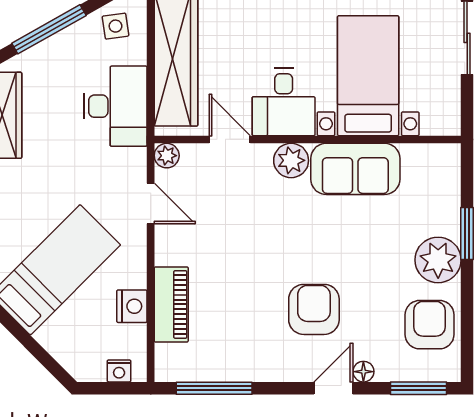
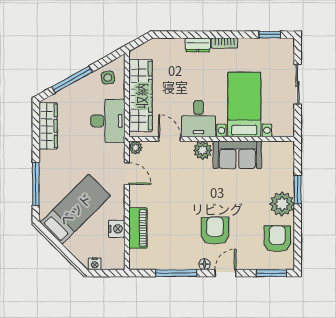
nightstand: (119, 371) -> (95, 264), moved
floor lamp: (363, 372) -> (205, 264), moved
window: (214, 388) -> (176, 273), moved

